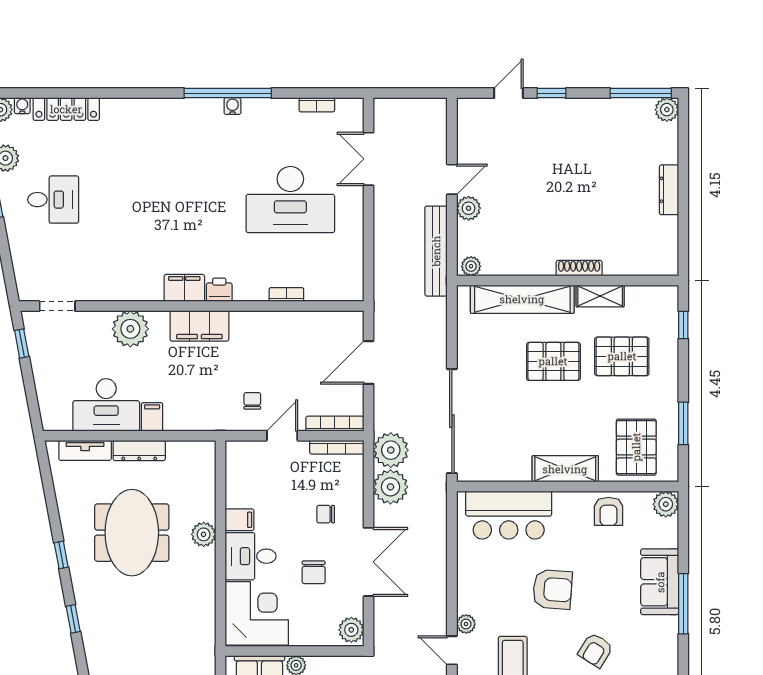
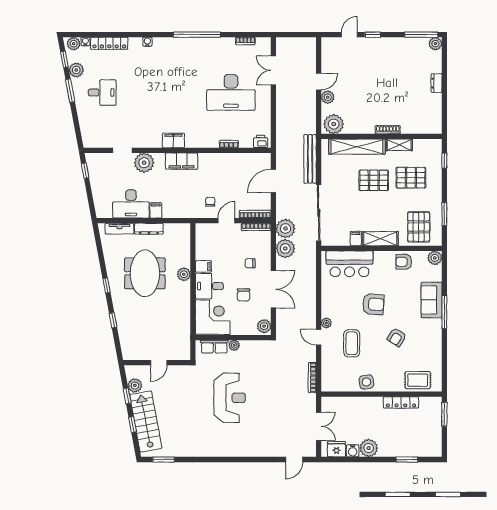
water cooler: (232, 106) -> (147, 42), moved
dresser: (669, 190) -> (437, 83), width x0.70
bench: (436, 251) -> (310, 159), moved
plant: (471, 266) -> (334, 124), width x1.87, depth x1.87
printer: (219, 290) -> (261, 141), moved
doorway: (57, 306) -> (122, 150), moved
filing cabinet: (520, 469) -> (356, 239), added
armchair: (609, 511) -> (404, 262), turned 90

